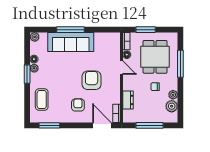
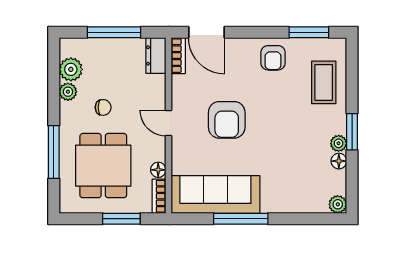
window: (70, 30) -> (241, 219), moved
sofa: (71, 42) -> (215, 194), moved
door: (122, 68) -> (168, 123), moved
dresser: (128, 100) -> (156, 55), moved
armchair: (78, 105) -> (273, 58), moved

